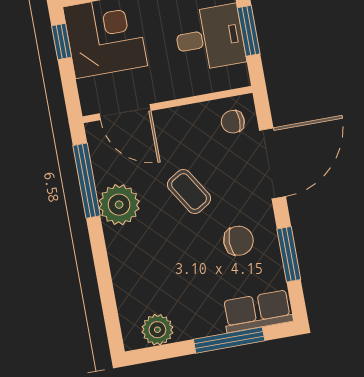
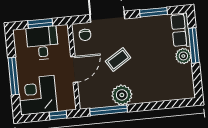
window: (62, 41) -> (58, 115), moved
door: (125, 112) -> (74, 69), moved
chair: (238, 241) -> (145, 37), removed
plant: (157, 330) -> (183, 56), moved

